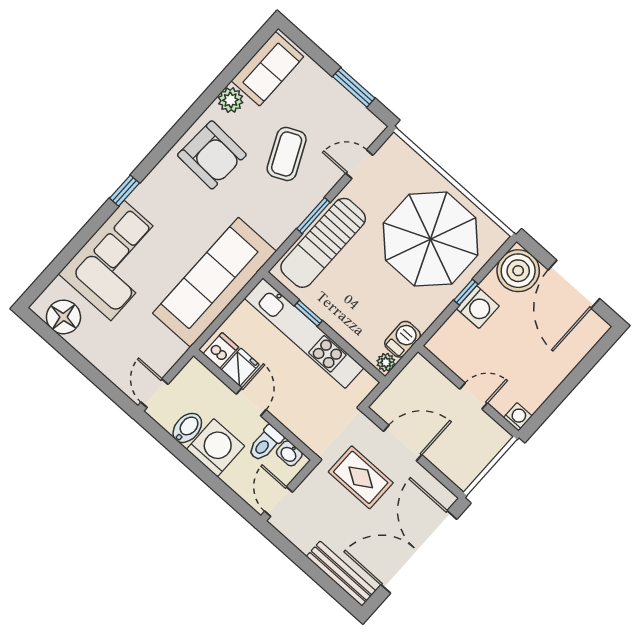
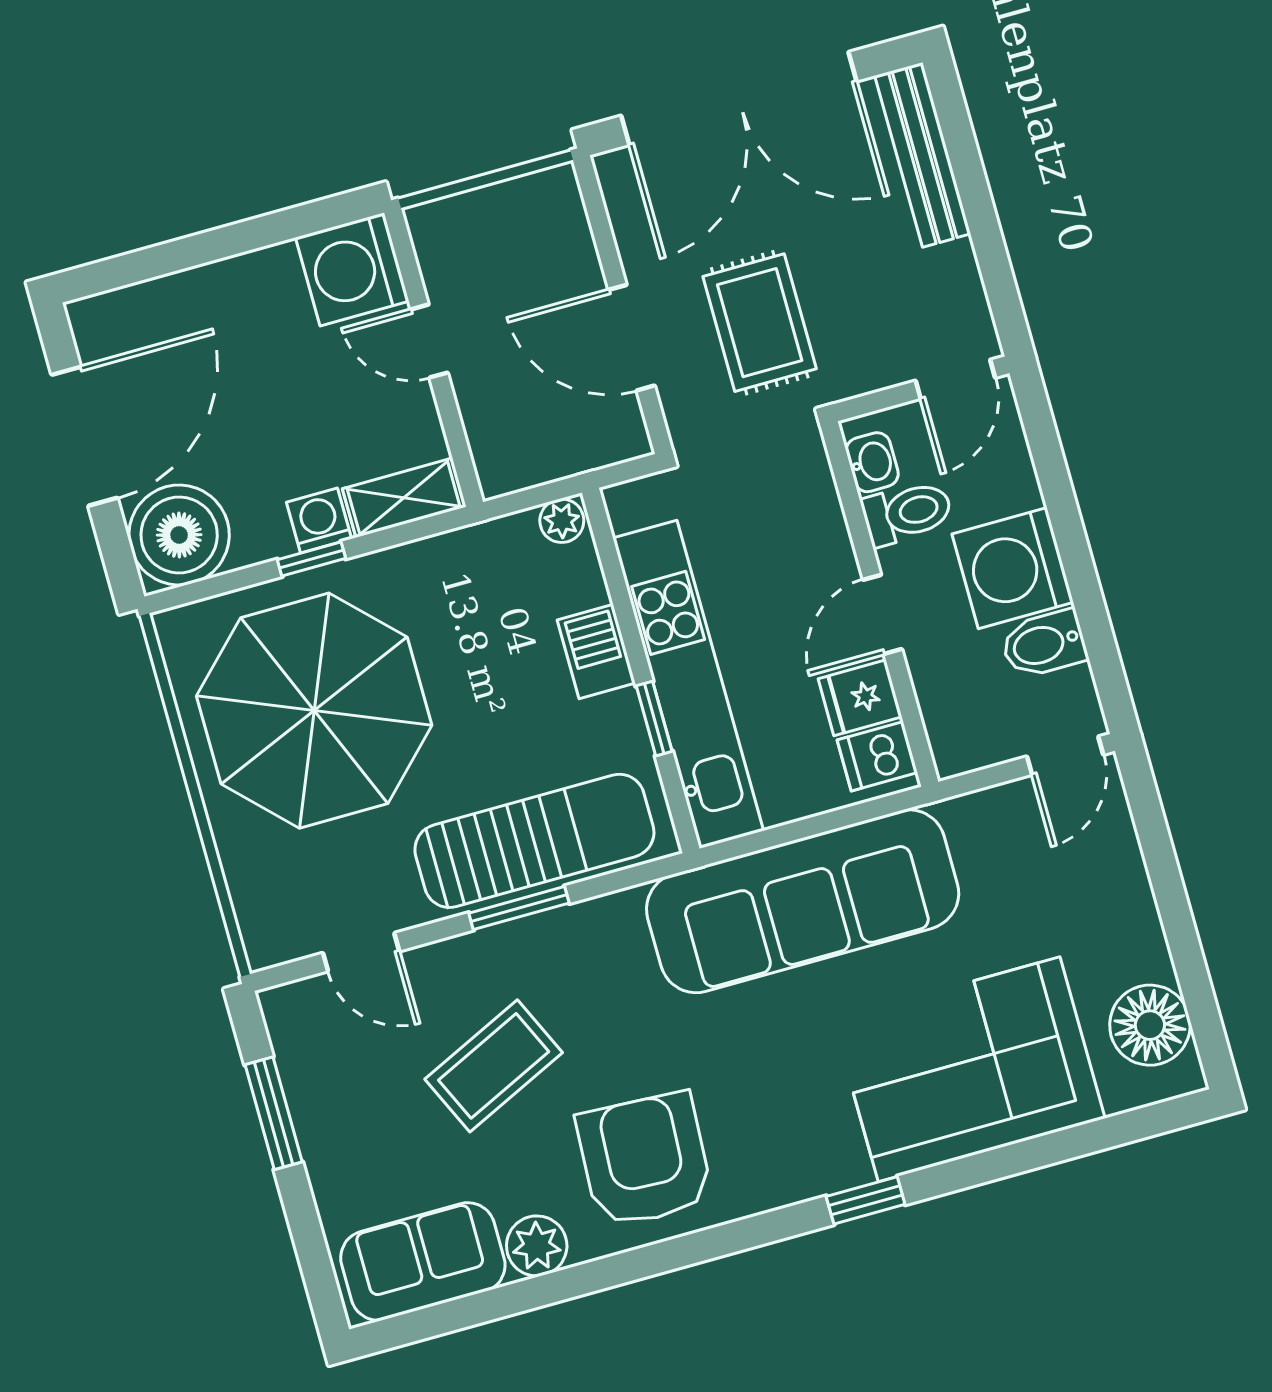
washing machine: (478, 307) -> (319, 520), width x0.73, depth x0.73
shelving: (447, 335) -> (404, 498), added
barbecue: (402, 339) -> (596, 652), moved, turned 90
washing machine: (518, 417) -> (352, 269), width x1.89, depth x1.89

